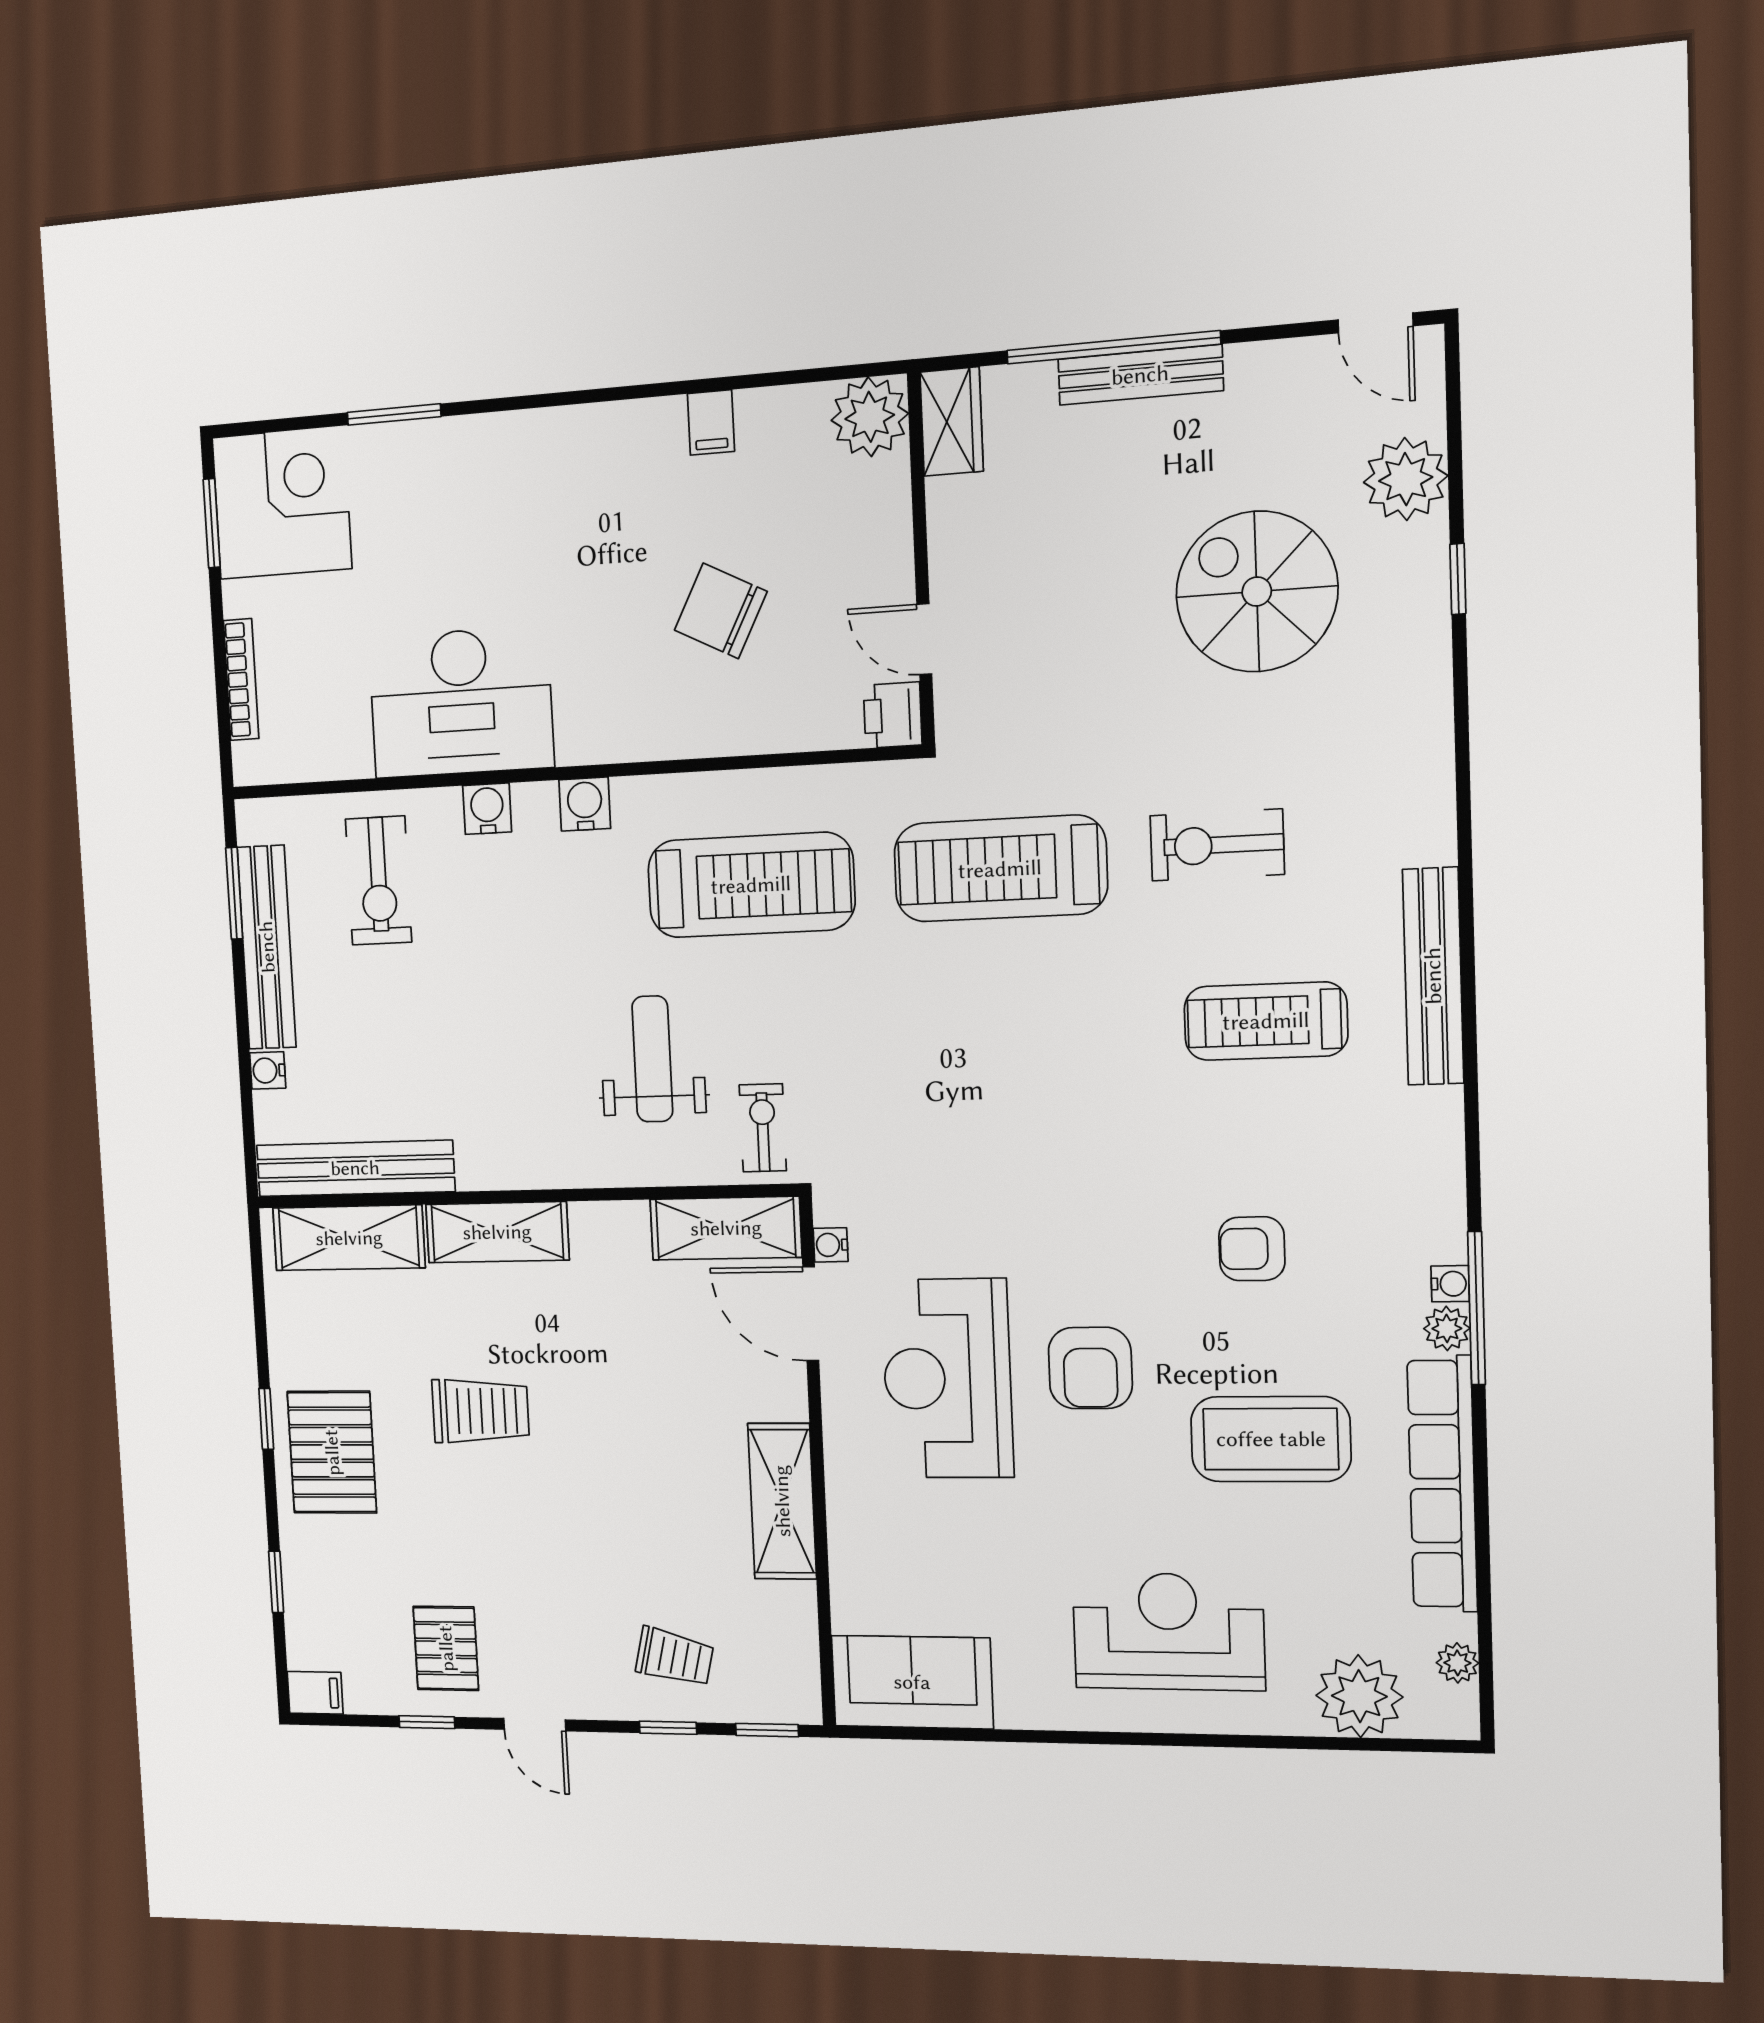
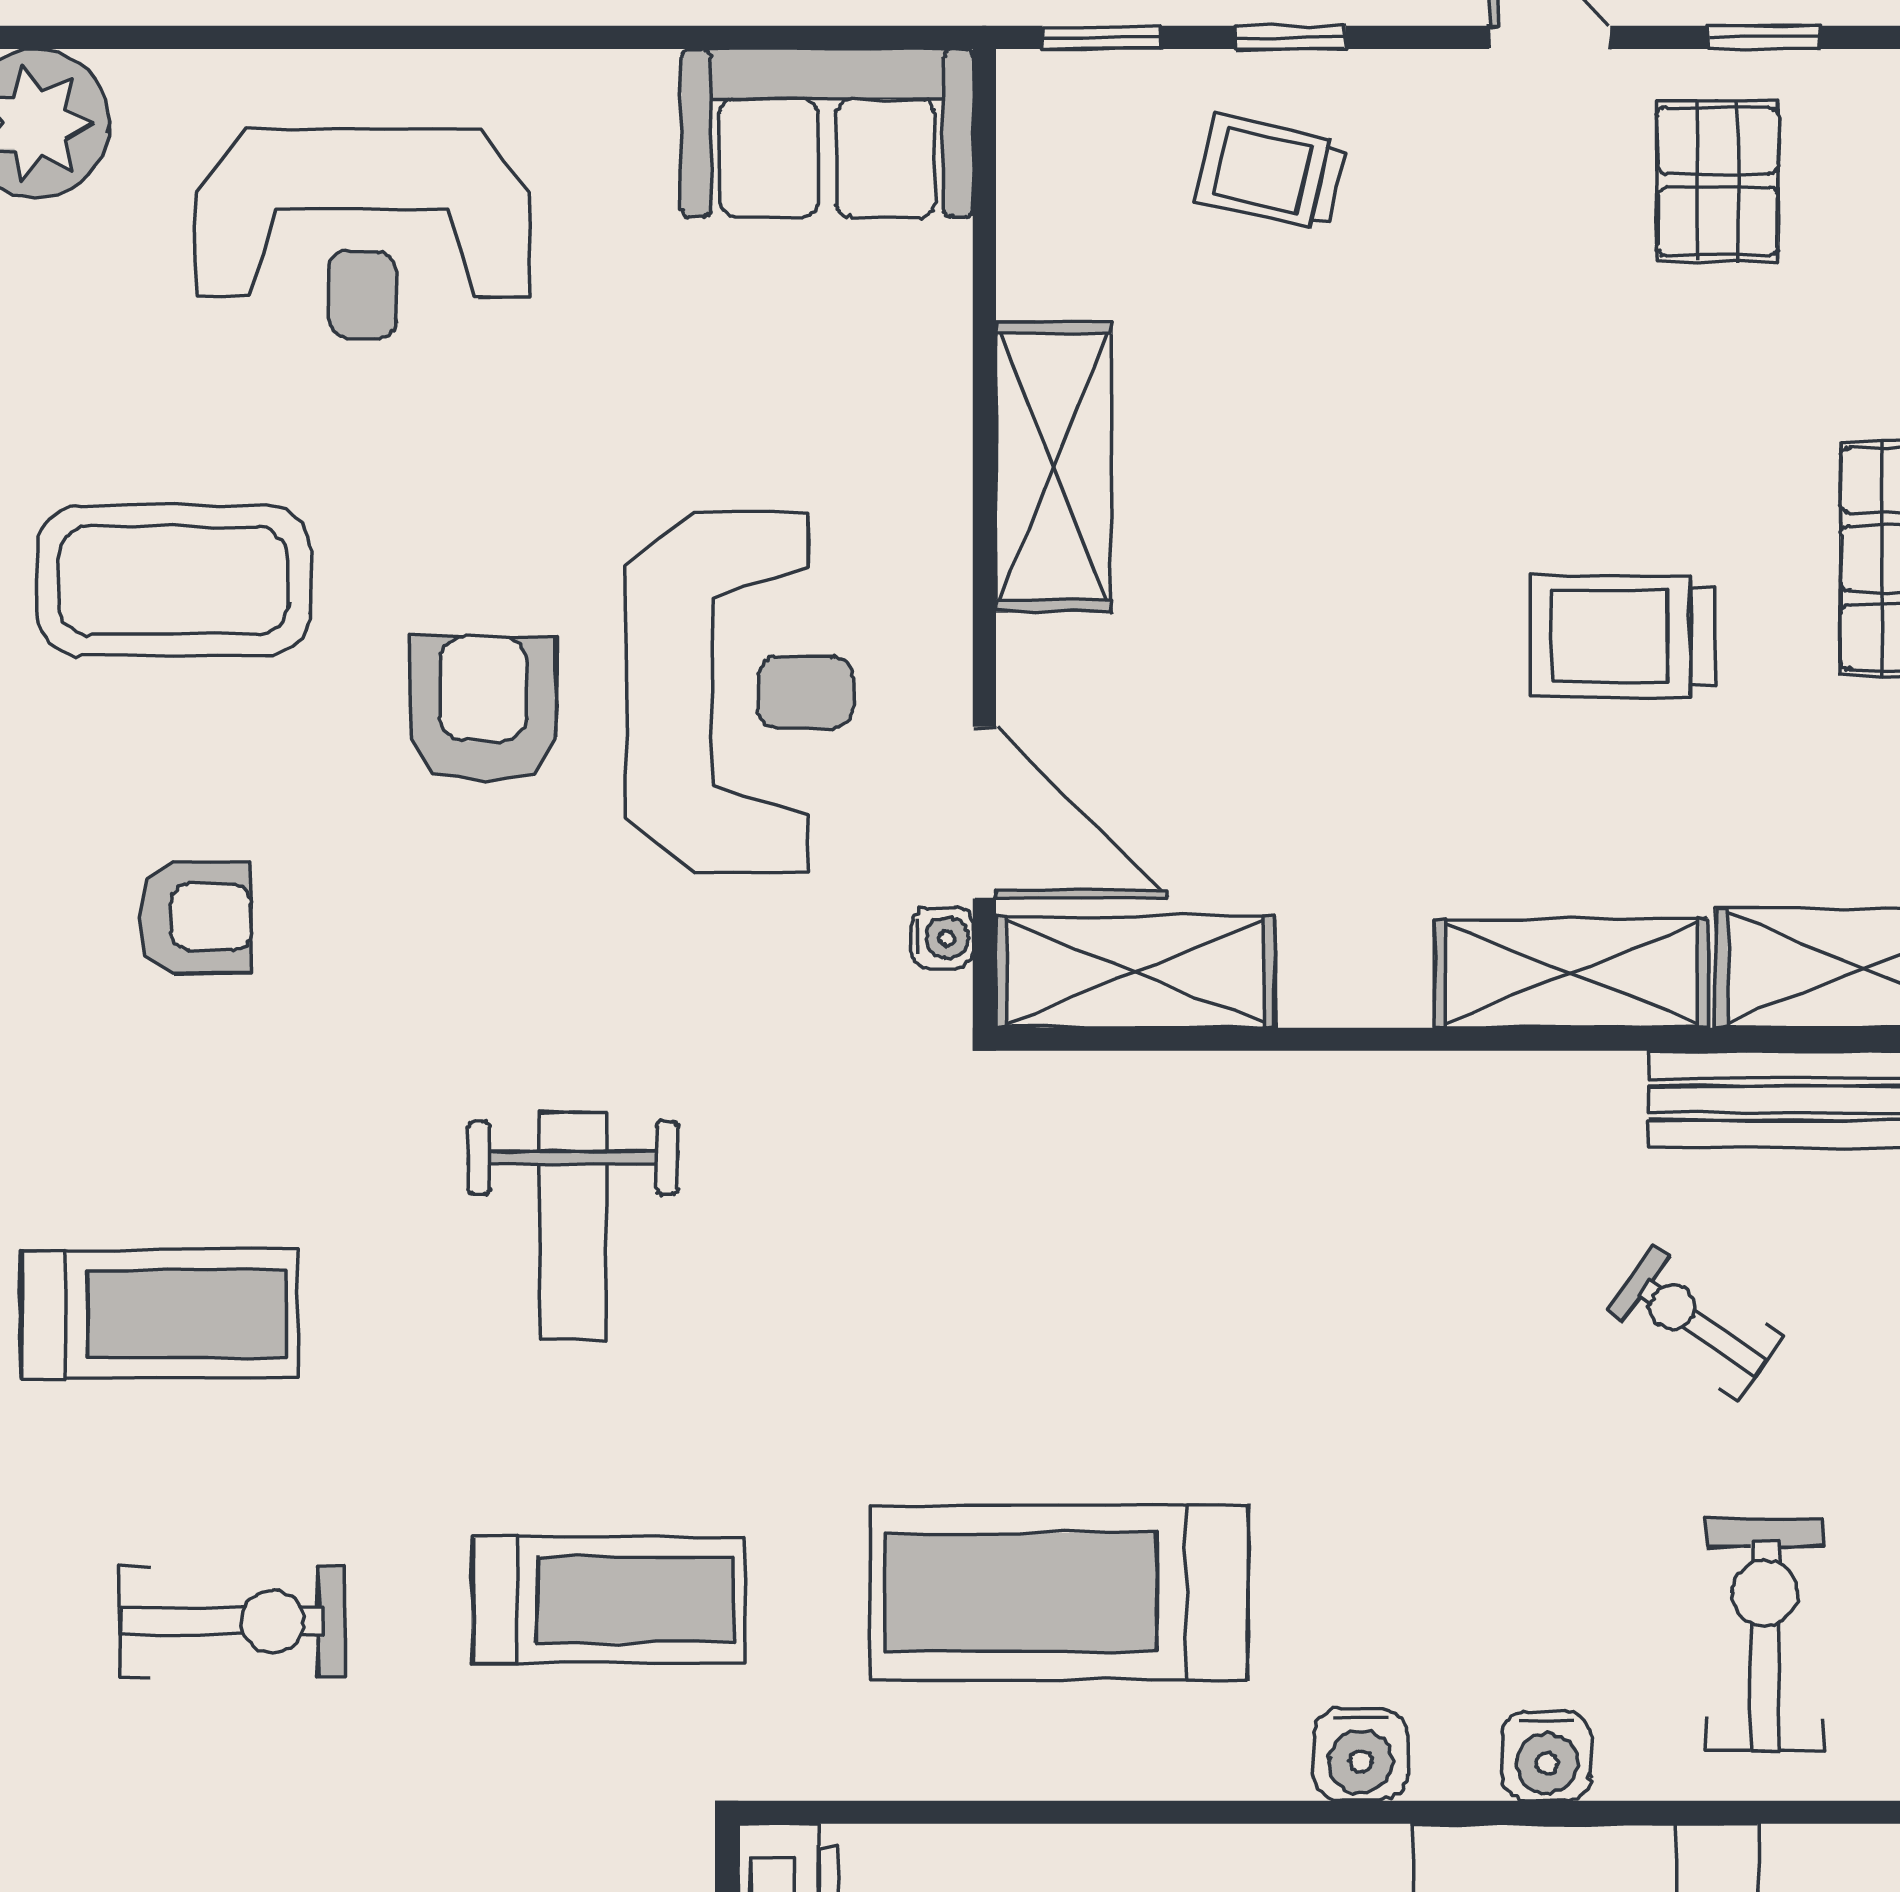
treadmill: (1000, 869) -> (609, 1600), width x0.73, depth x0.73
weight bench: (652, 1059) -> (573, 1227), moved
exercise bike: (763, 1128) -> (1695, 1323), moved, turned 125

